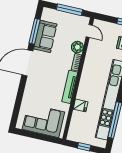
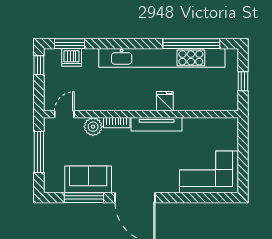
fridge: (81, 105) -> (165, 101), moved
corner sofa: (43, 121) -> (209, 172), moved, turned 90

